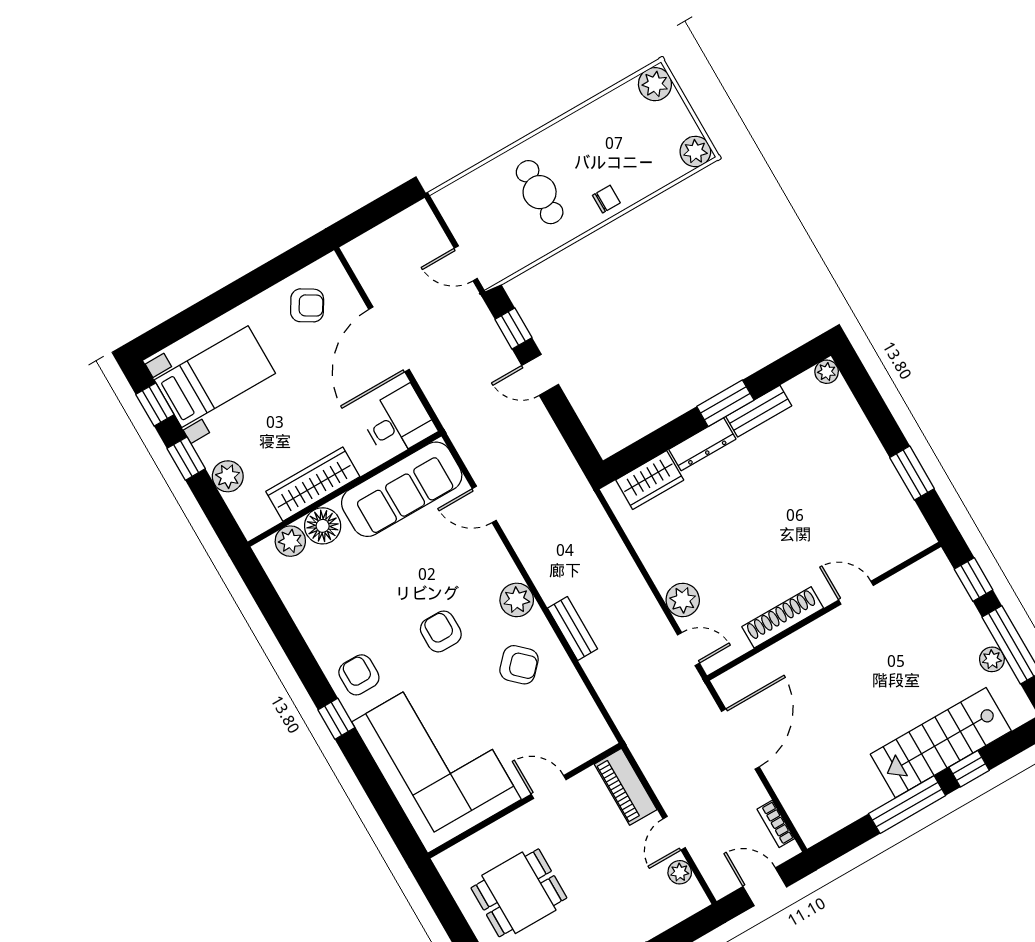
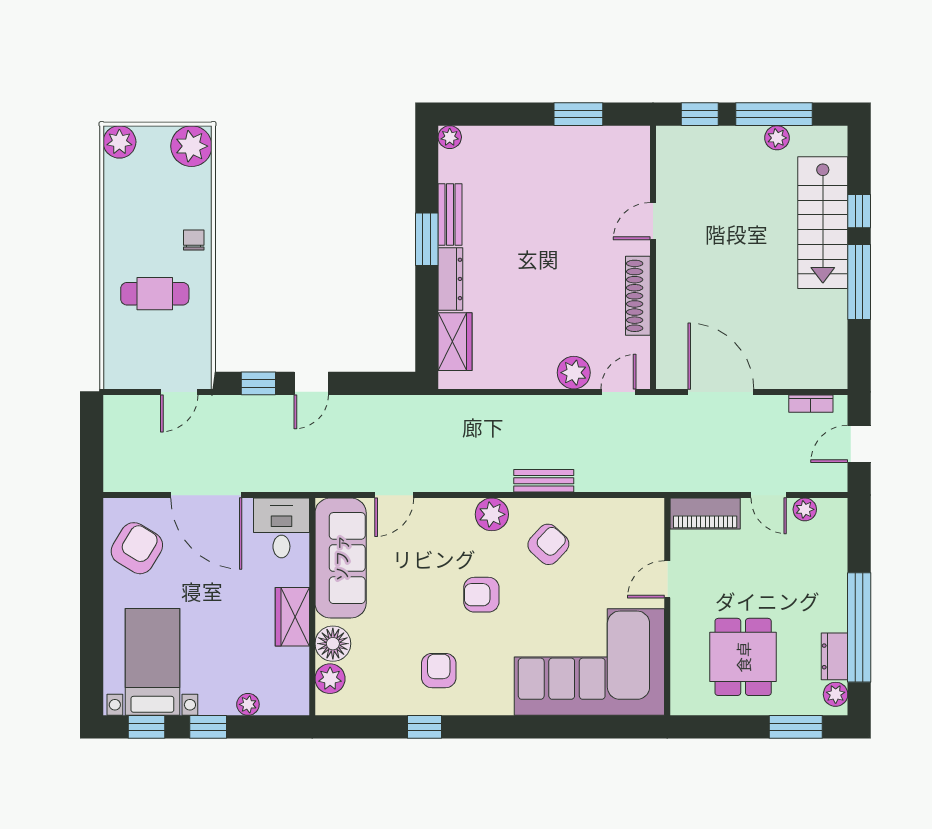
plant: (695, 151) -> (191, 146), width x1.36, depth x1.36
armchair: (307, 305) -> (137, 548), width x1.38, depth x1.38
plant: (228, 476) -> (248, 704), width x0.73, depth x0.73
wardrobe: (313, 484) -> (292, 617), width x0.67
armchair: (359, 675) -> (439, 671), moved, turned 90
window: (336, 719) -> (425, 727), moved

